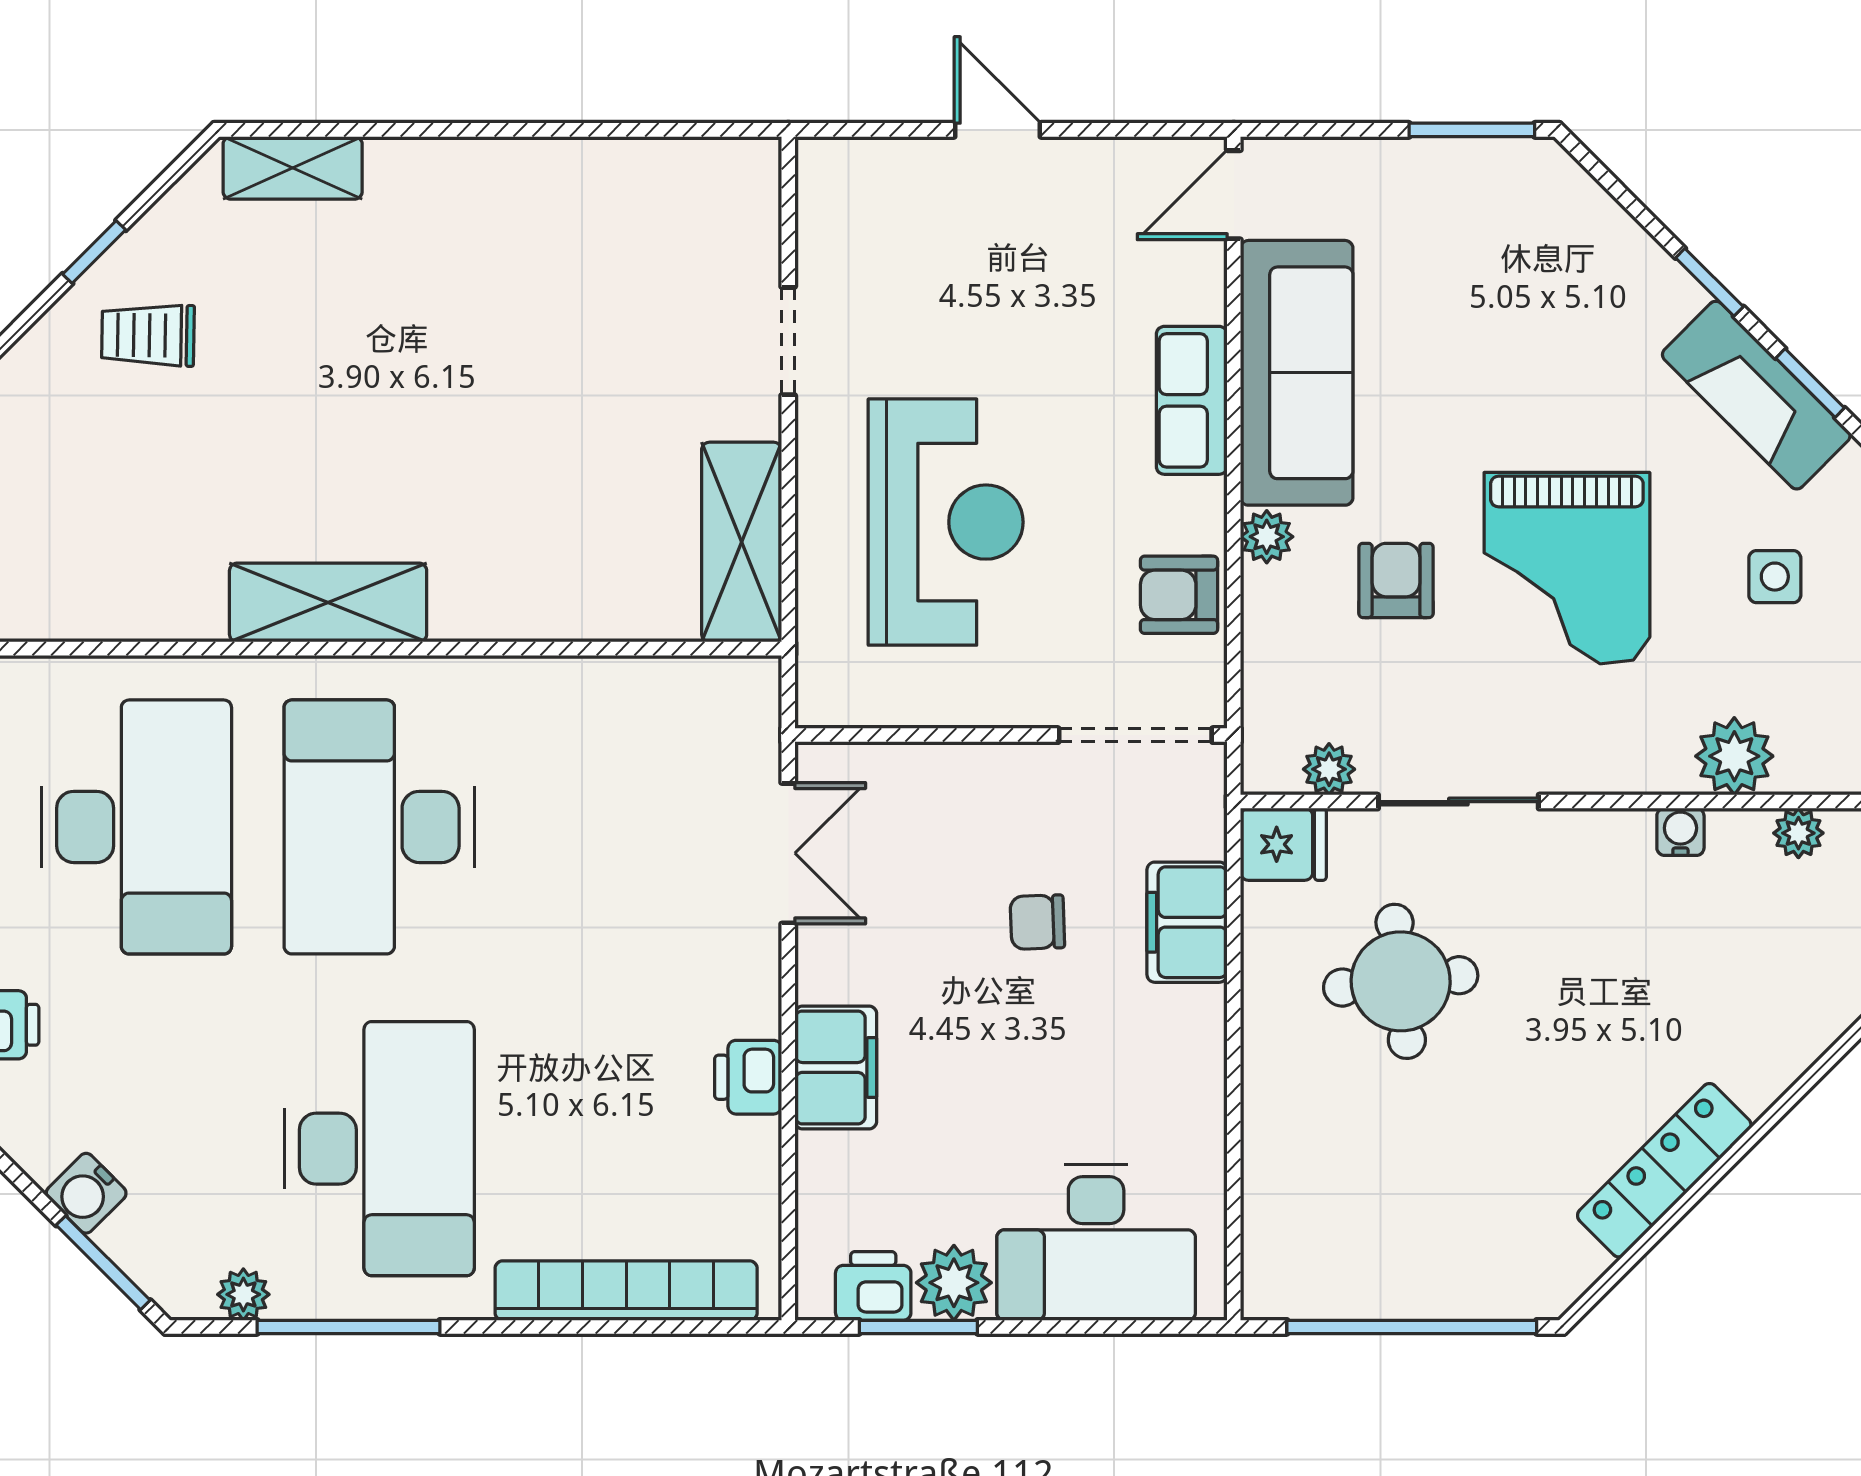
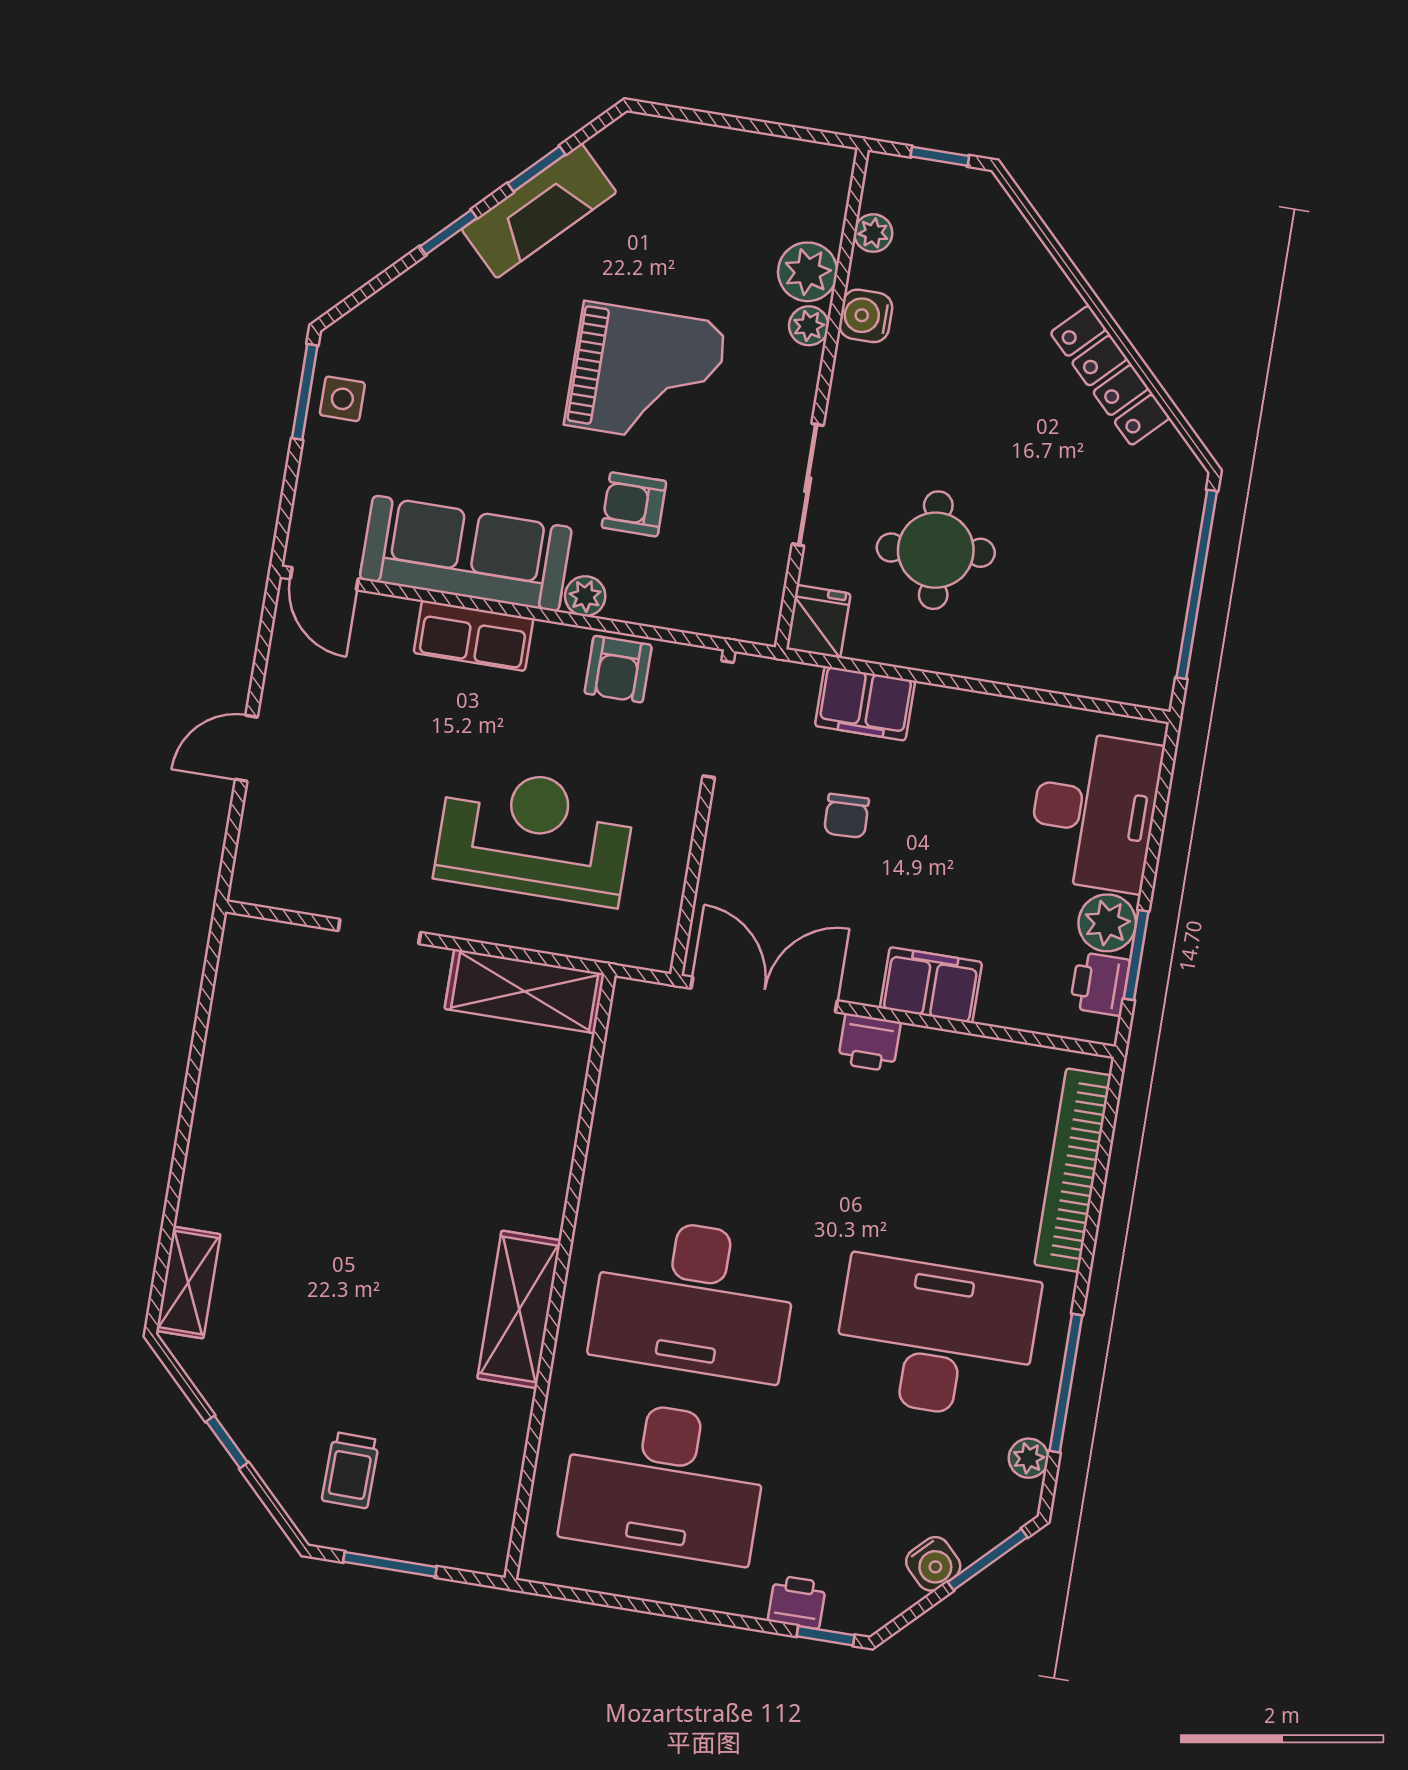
trolley: (148, 335) -> (351, 1470), moved
side table: (1775, 577) -> (342, 399), moved
plant: (1329, 769) -> (809, 326), moved
desk: (136, 827) -> (664, 1481), turned 180
water cooler: (1680, 832) -> (866, 316), width x1.38, depth x1.38
double door: (788, 853) -> (764, 995), width x1.37
printer: (748, 1077) -> (869, 1043), moved

